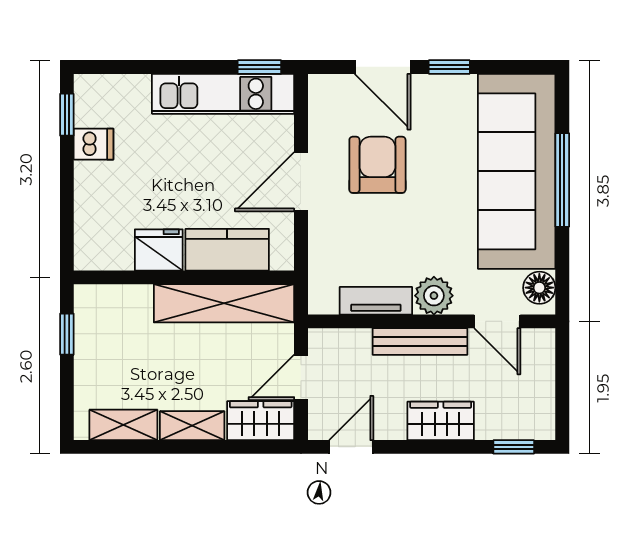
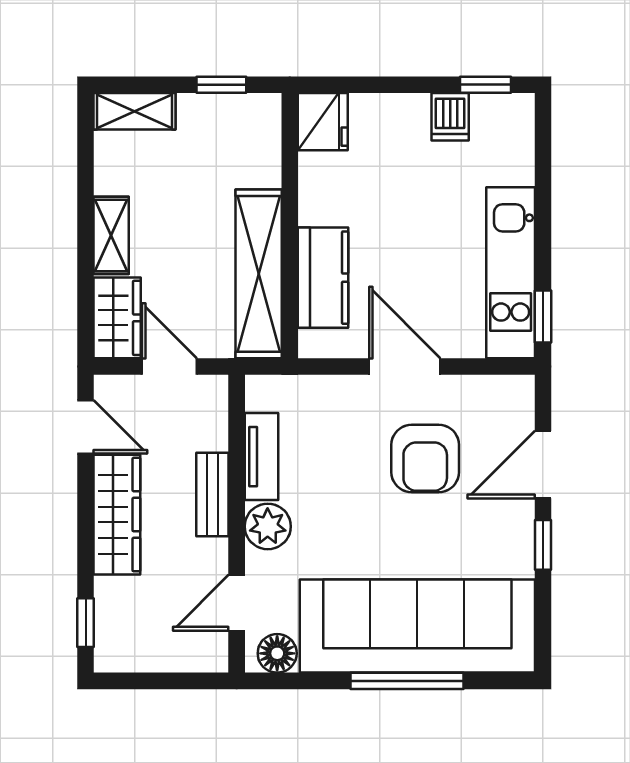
armchair: (377, 165) -> (425, 458), turned 90
fridge: (159, 250) -> (323, 122), moved
bench: (420, 342) -> (212, 494), width x0.73
wardrobe: (441, 421) -> (117, 515), width x1.50
shelving: (123, 425) -> (135, 111), moved, turned 90

